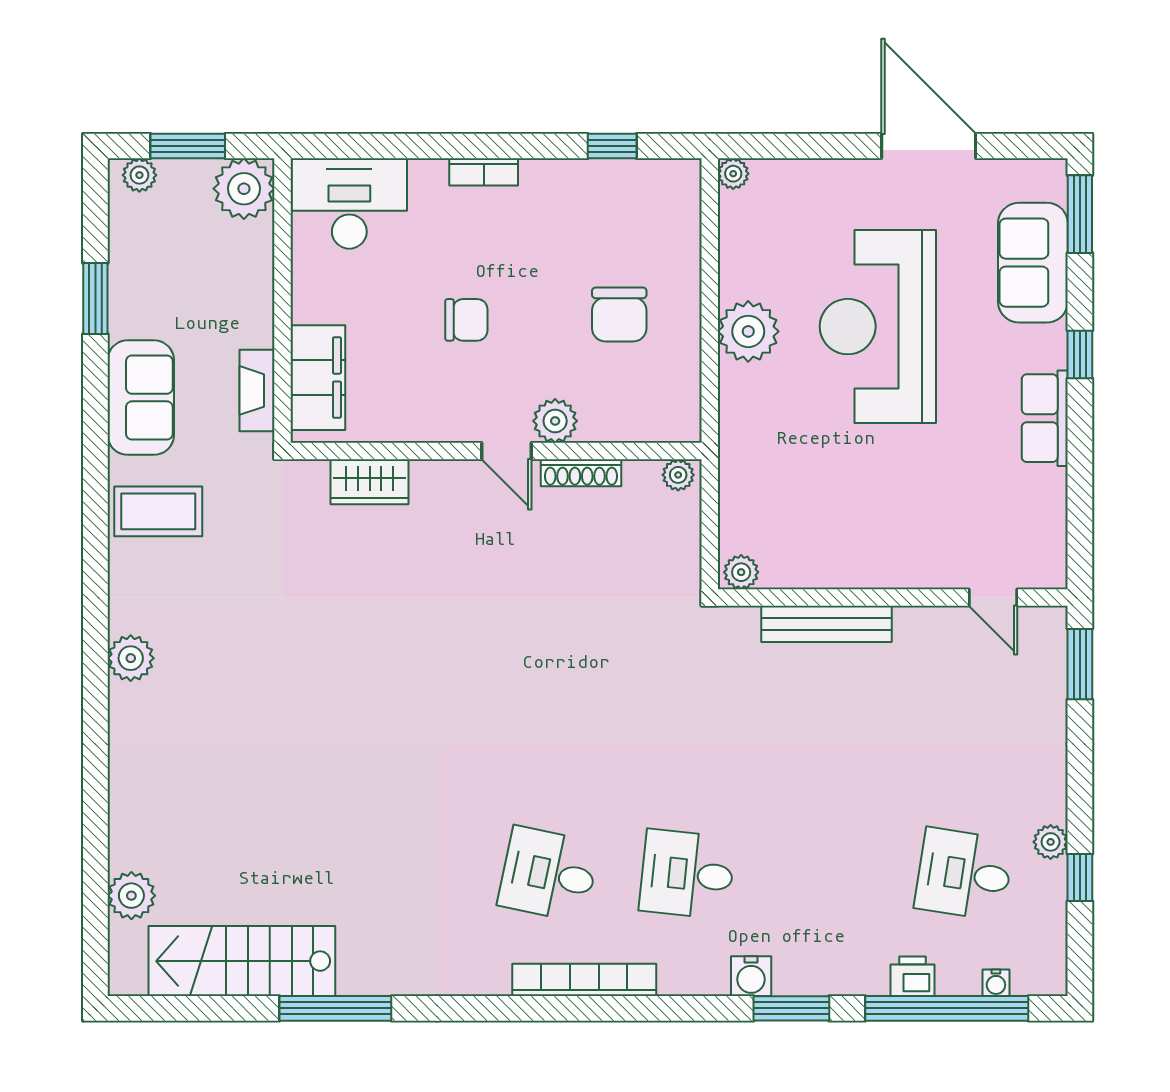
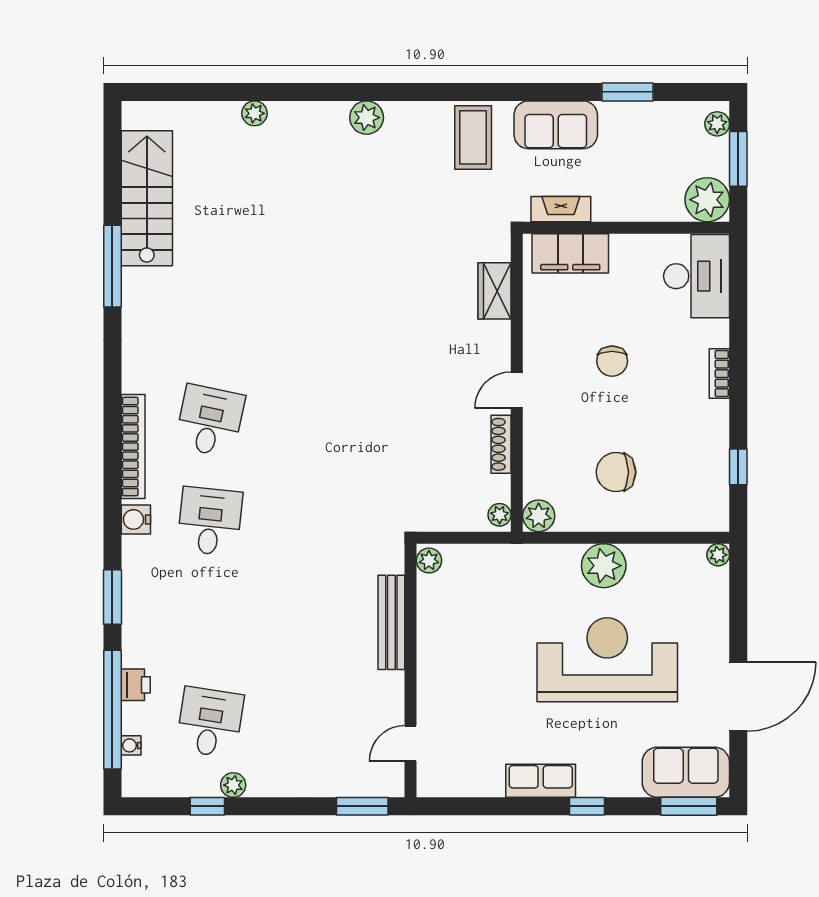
sofa: (1033, 263) -> (686, 772), moved
plant: (555, 421) -> (539, 516), moved
plant: (131, 896) -> (255, 113), moved, width x0.73, depth x0.73
water cooler: (751, 976) -> (136, 519), moved

